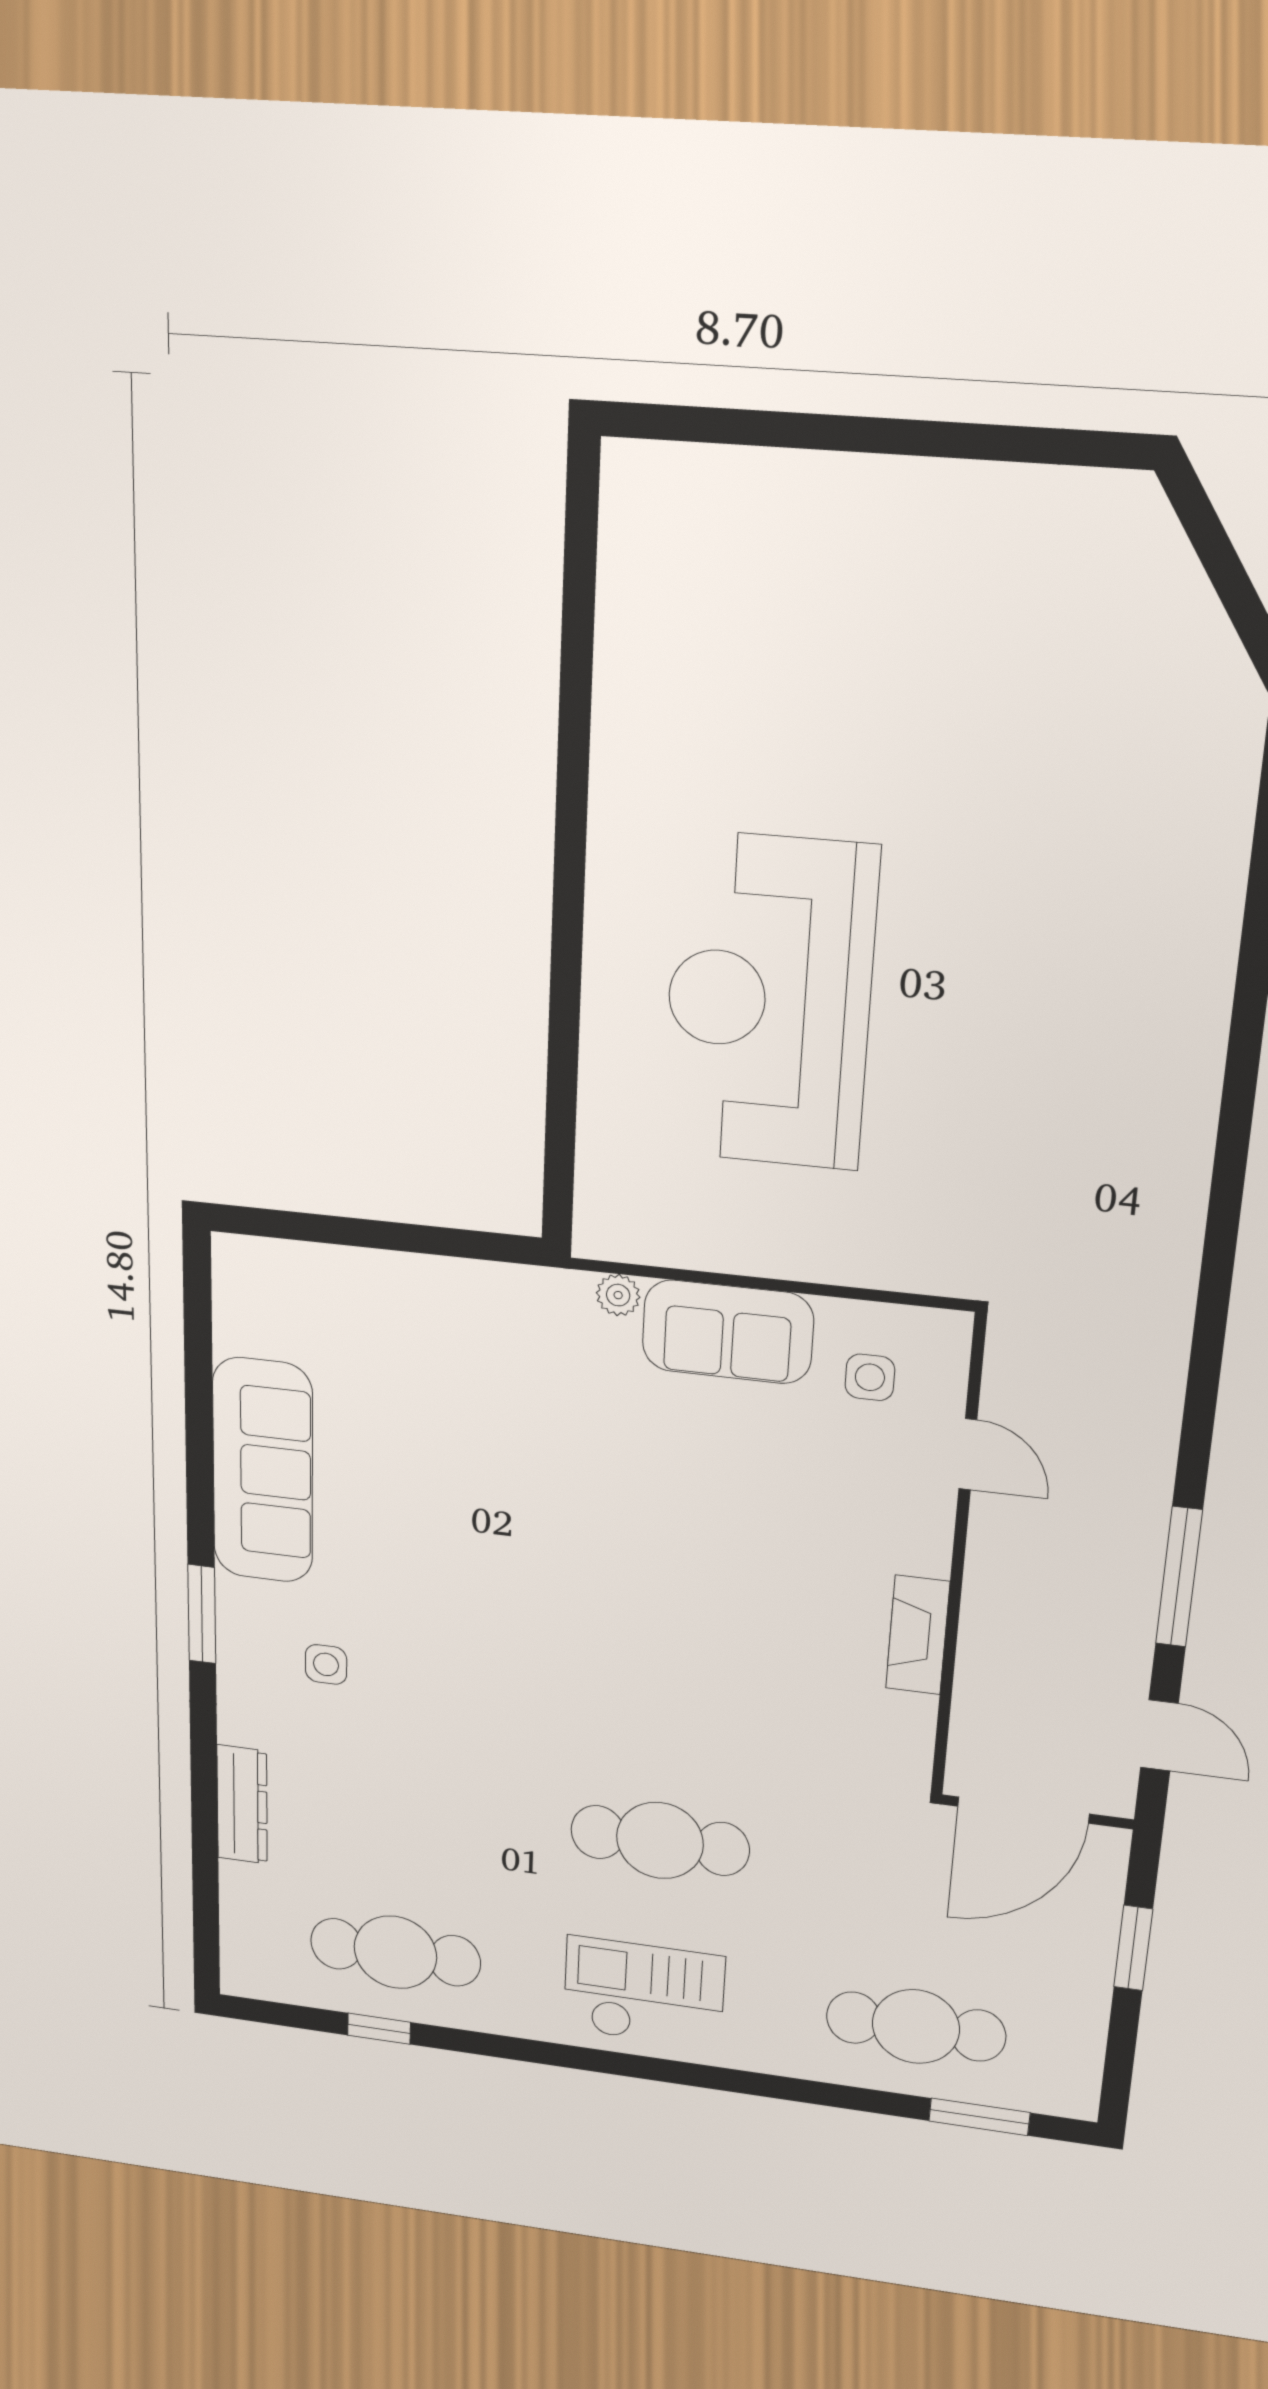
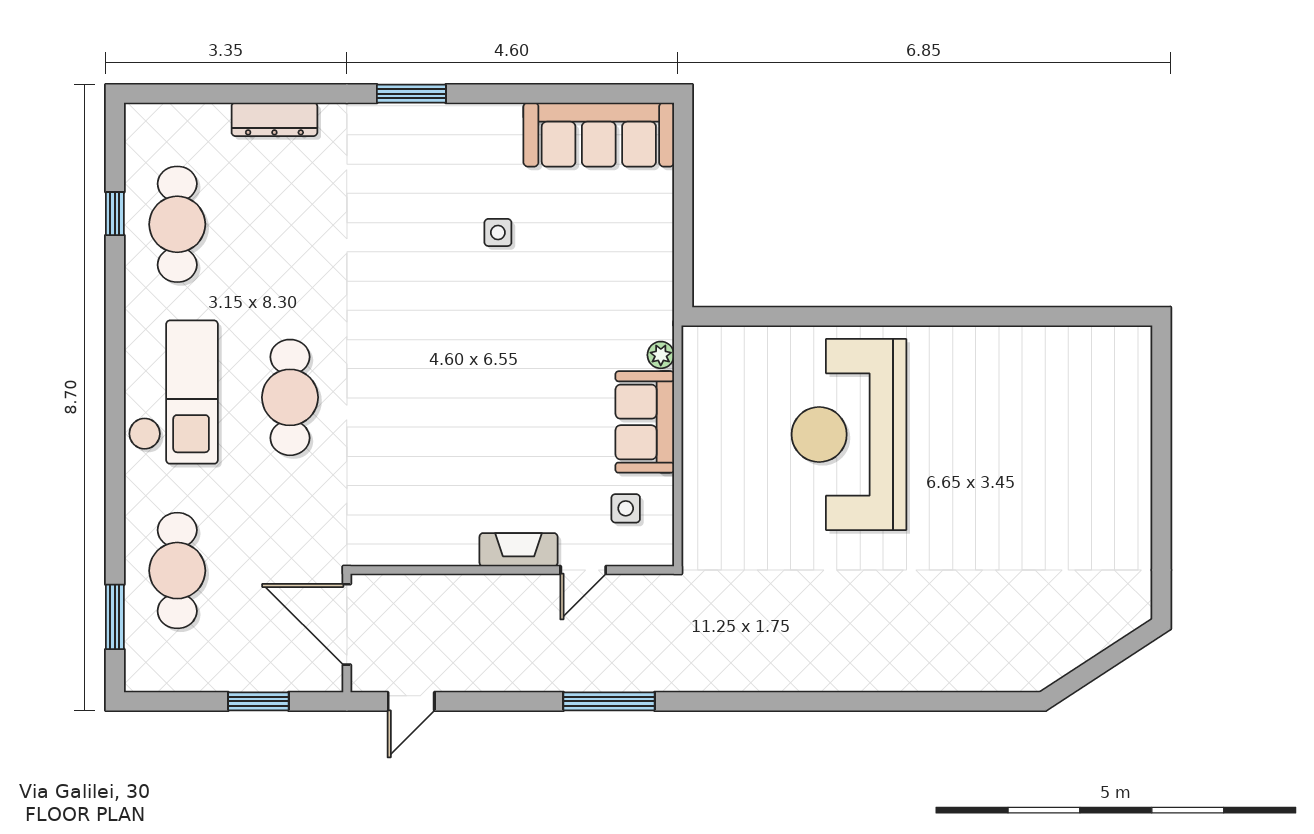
reception desk: (769, 1002) -> (849, 434), turned -90
sofa: (263, 1471) -> (599, 135), moved
window: (1179, 1577) -> (609, 701), moved
fireplace: (918, 1635) -> (519, 550), moved
side table: (326, 1664) -> (498, 232), moved
checkout: (644, 1993) -> (173, 392), width x1.36, depth x1.21

